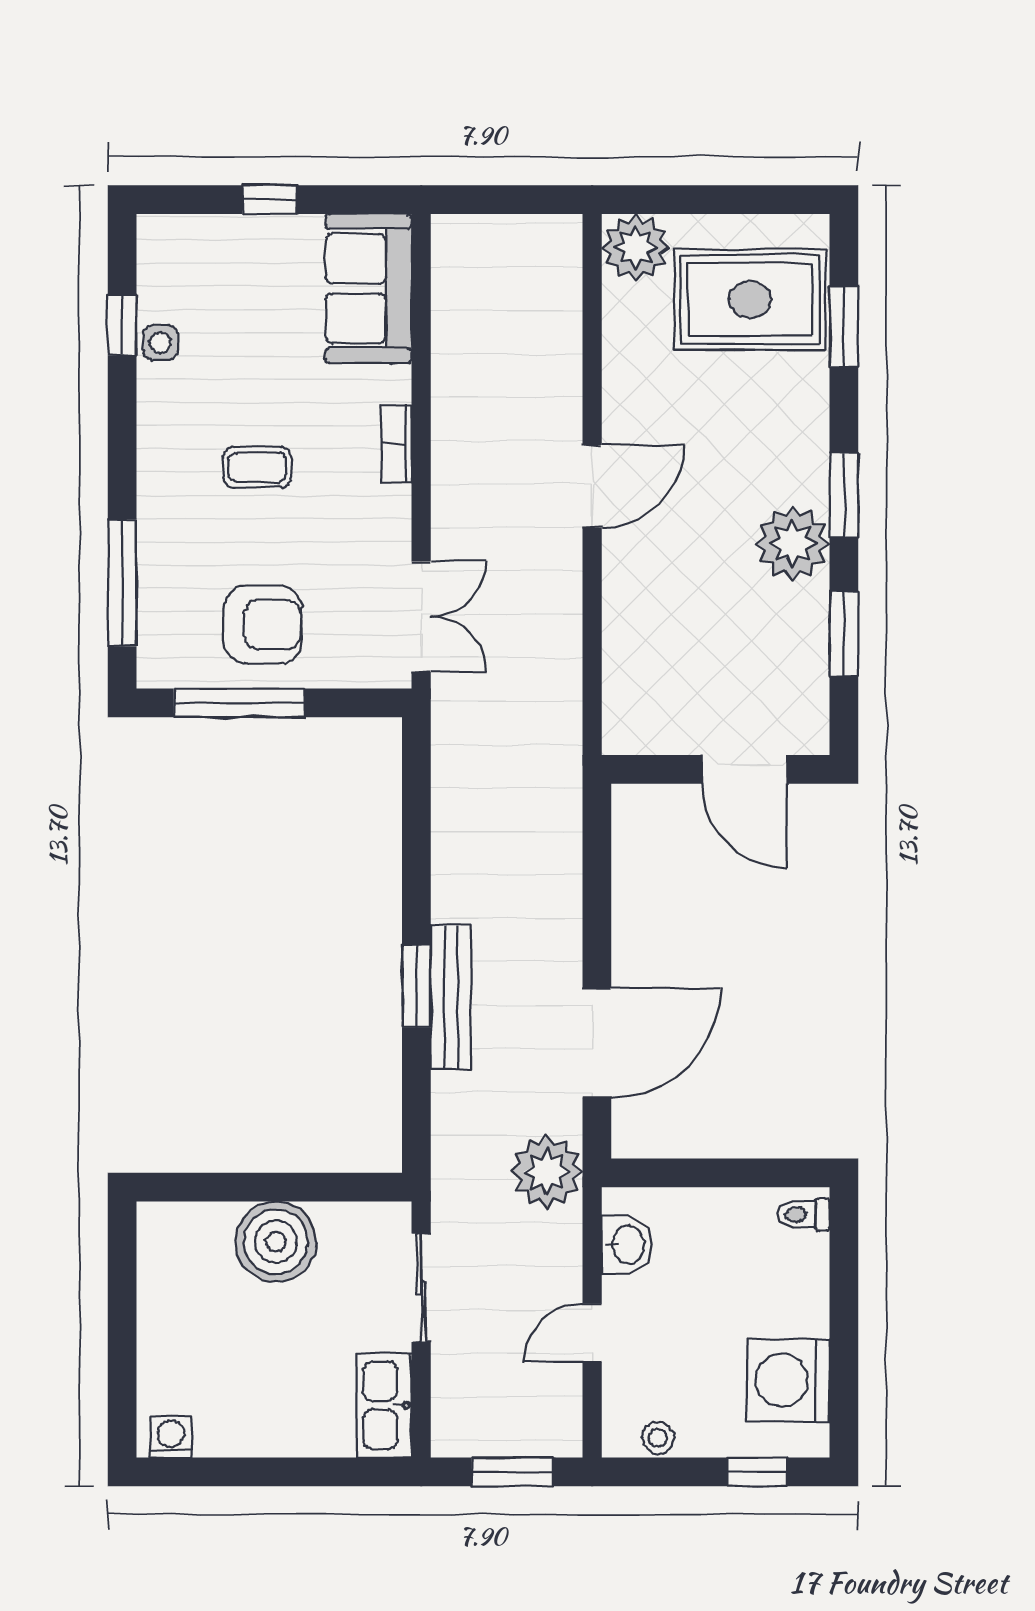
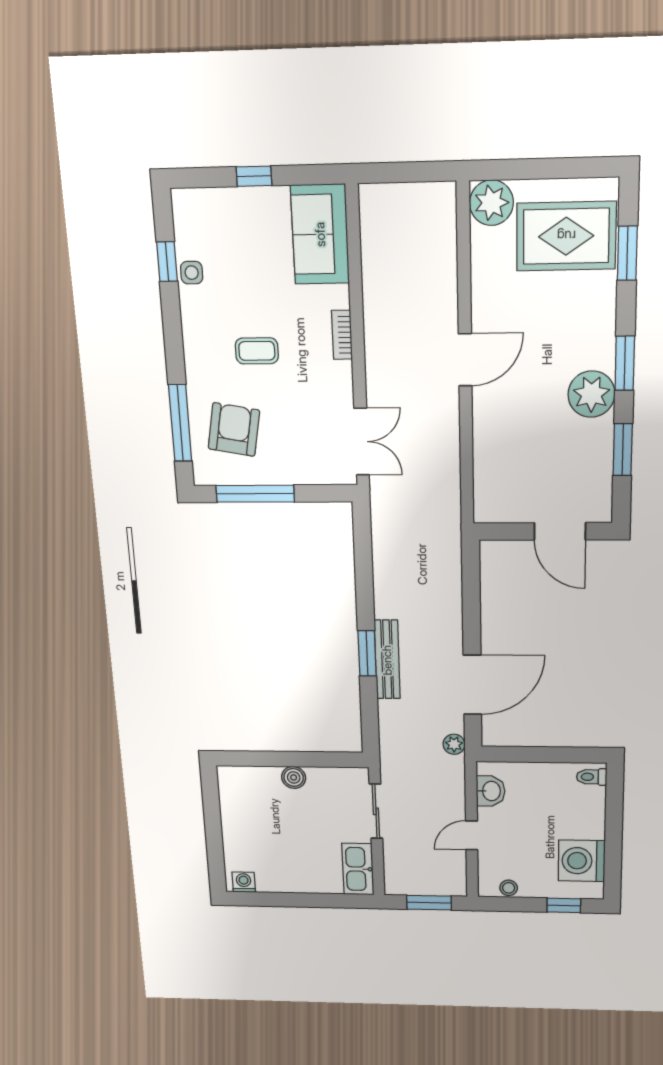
armchair: (263, 625) -> (234, 430), moved, turned -80
plant: (547, 1172) -> (454, 744), width x0.53, depth x0.53
boiler: (276, 1242) -> (294, 777), width x0.54, depth x0.54

